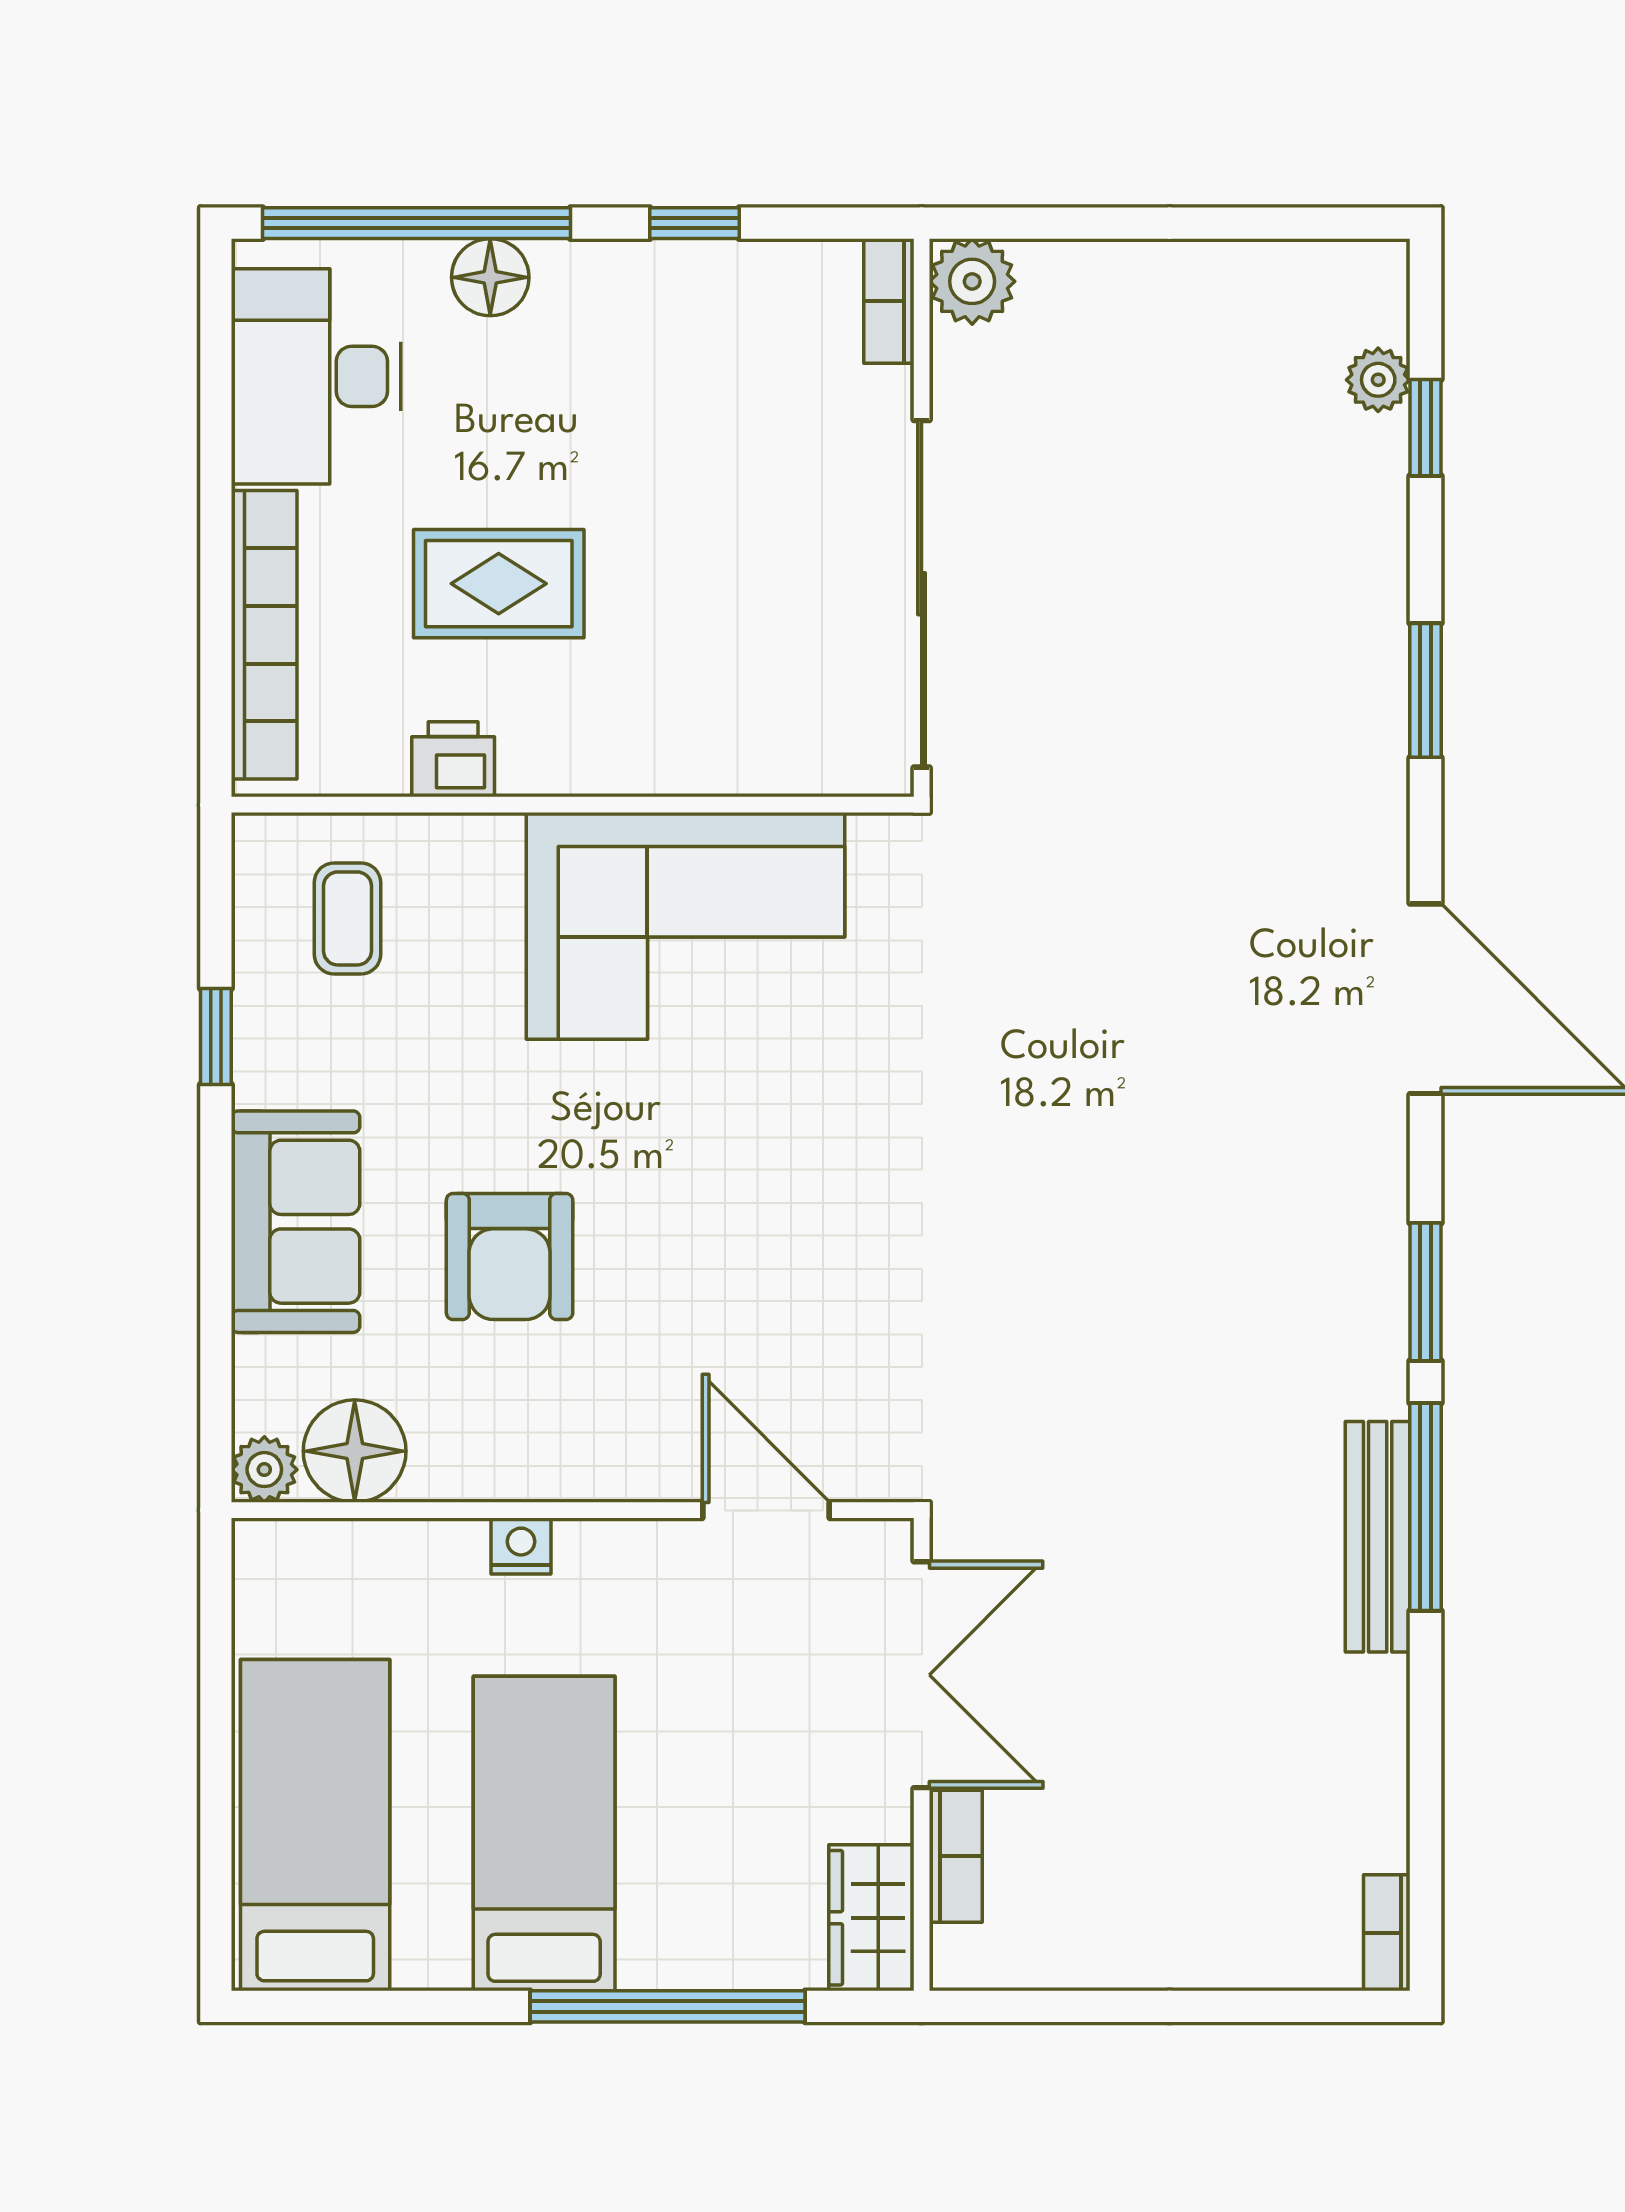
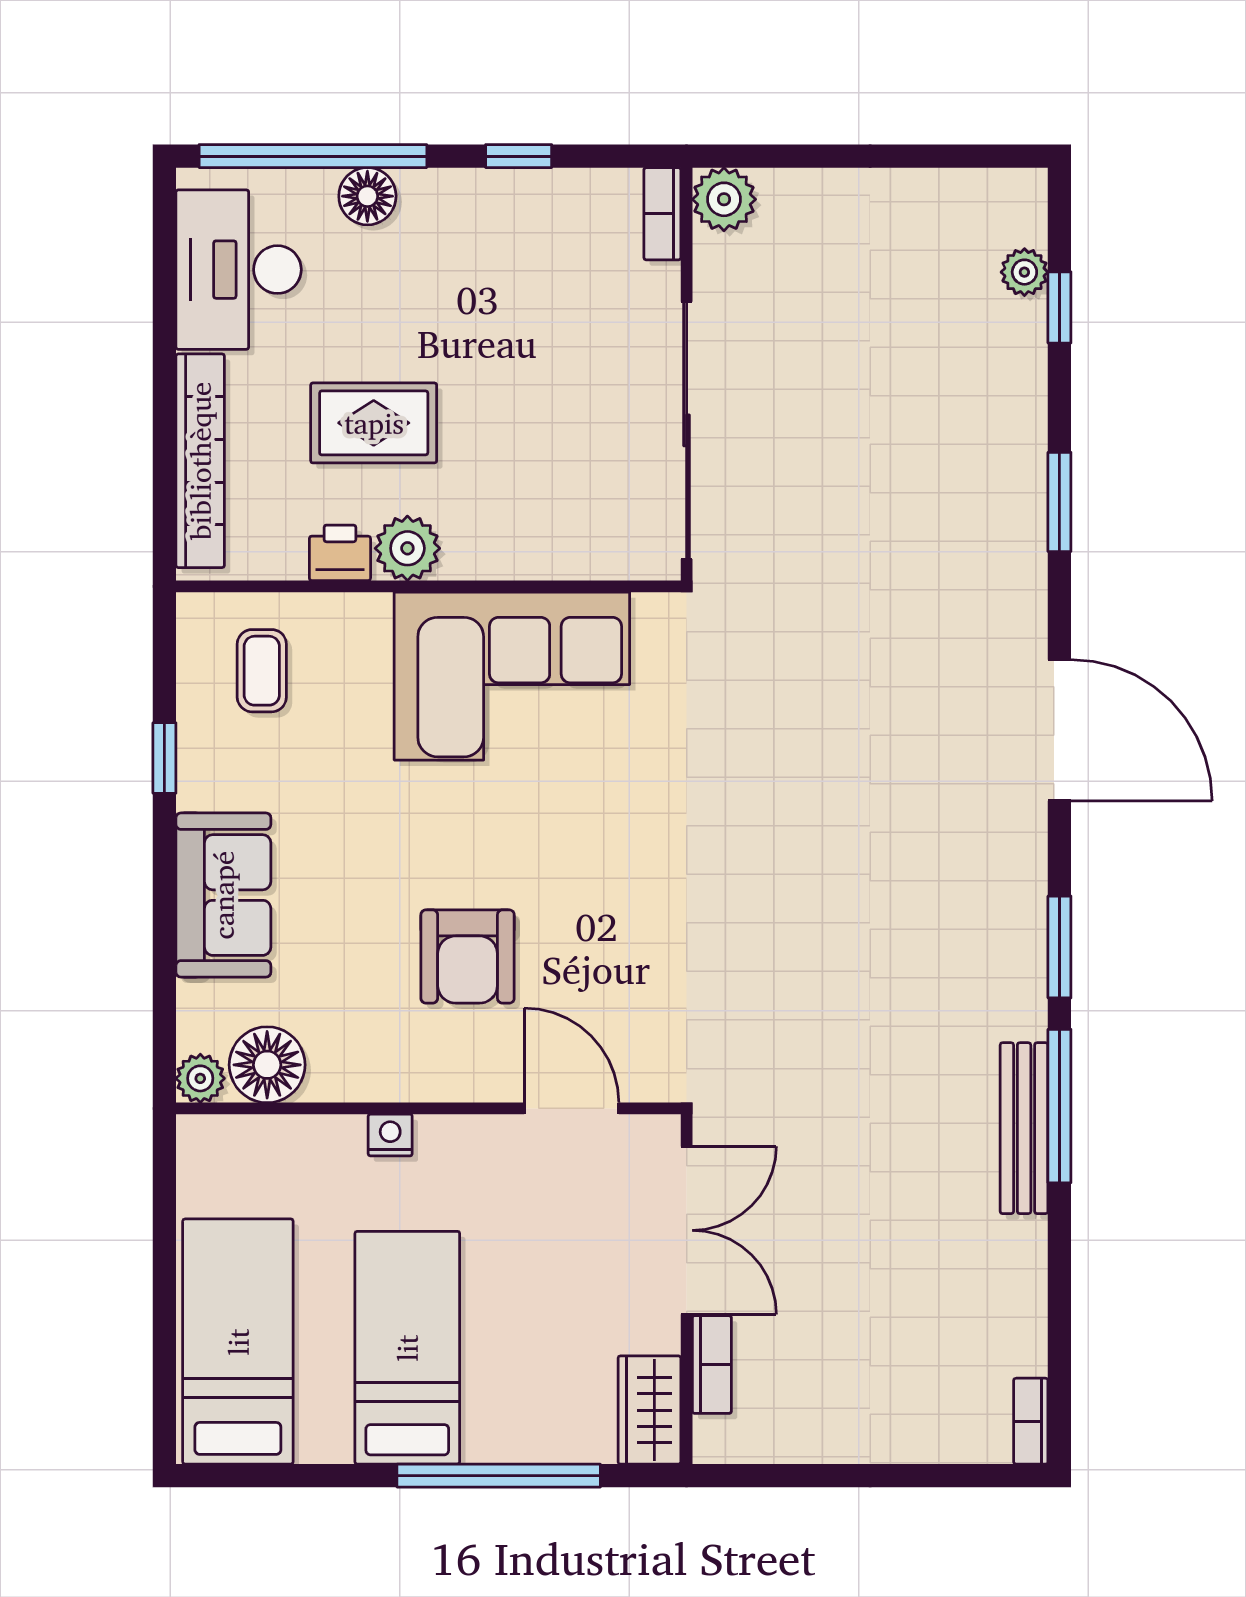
plant: (544, 753) -> (407, 548), added
armchair: (510, 1256) -> (468, 956), moved

